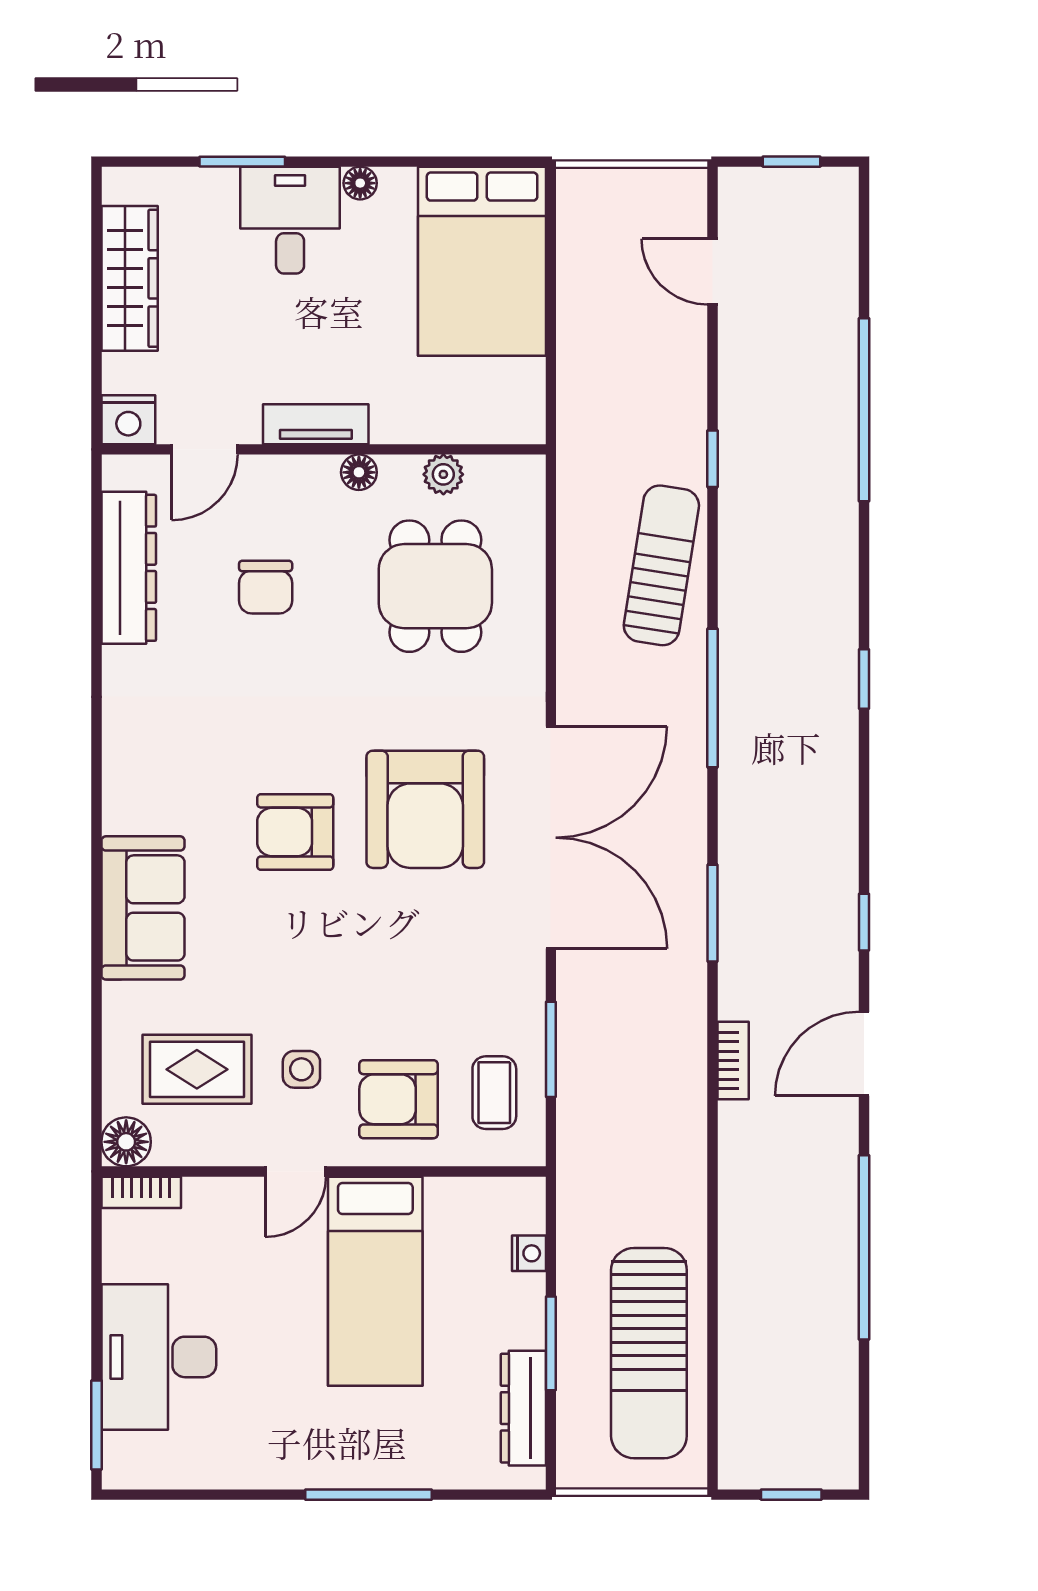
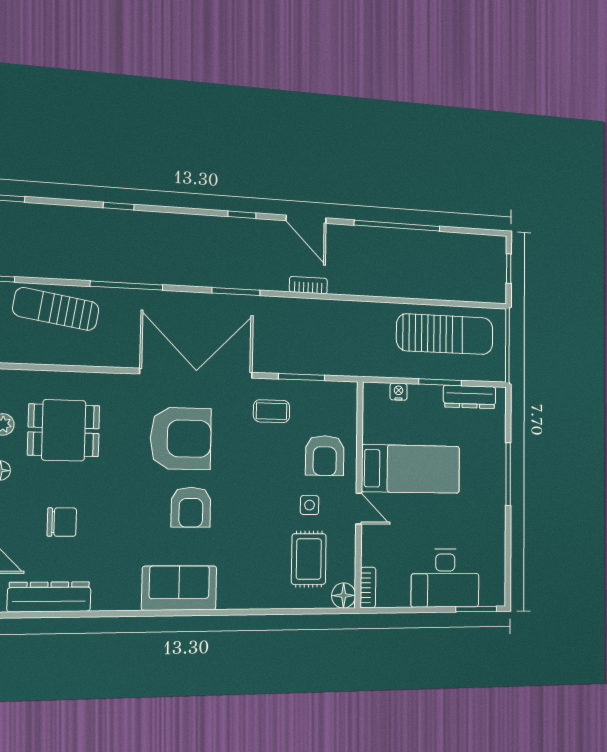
sofa: (143, 908) -> (179, 588), moved
coffee table: (494, 1093) -> (272, 411), moved

